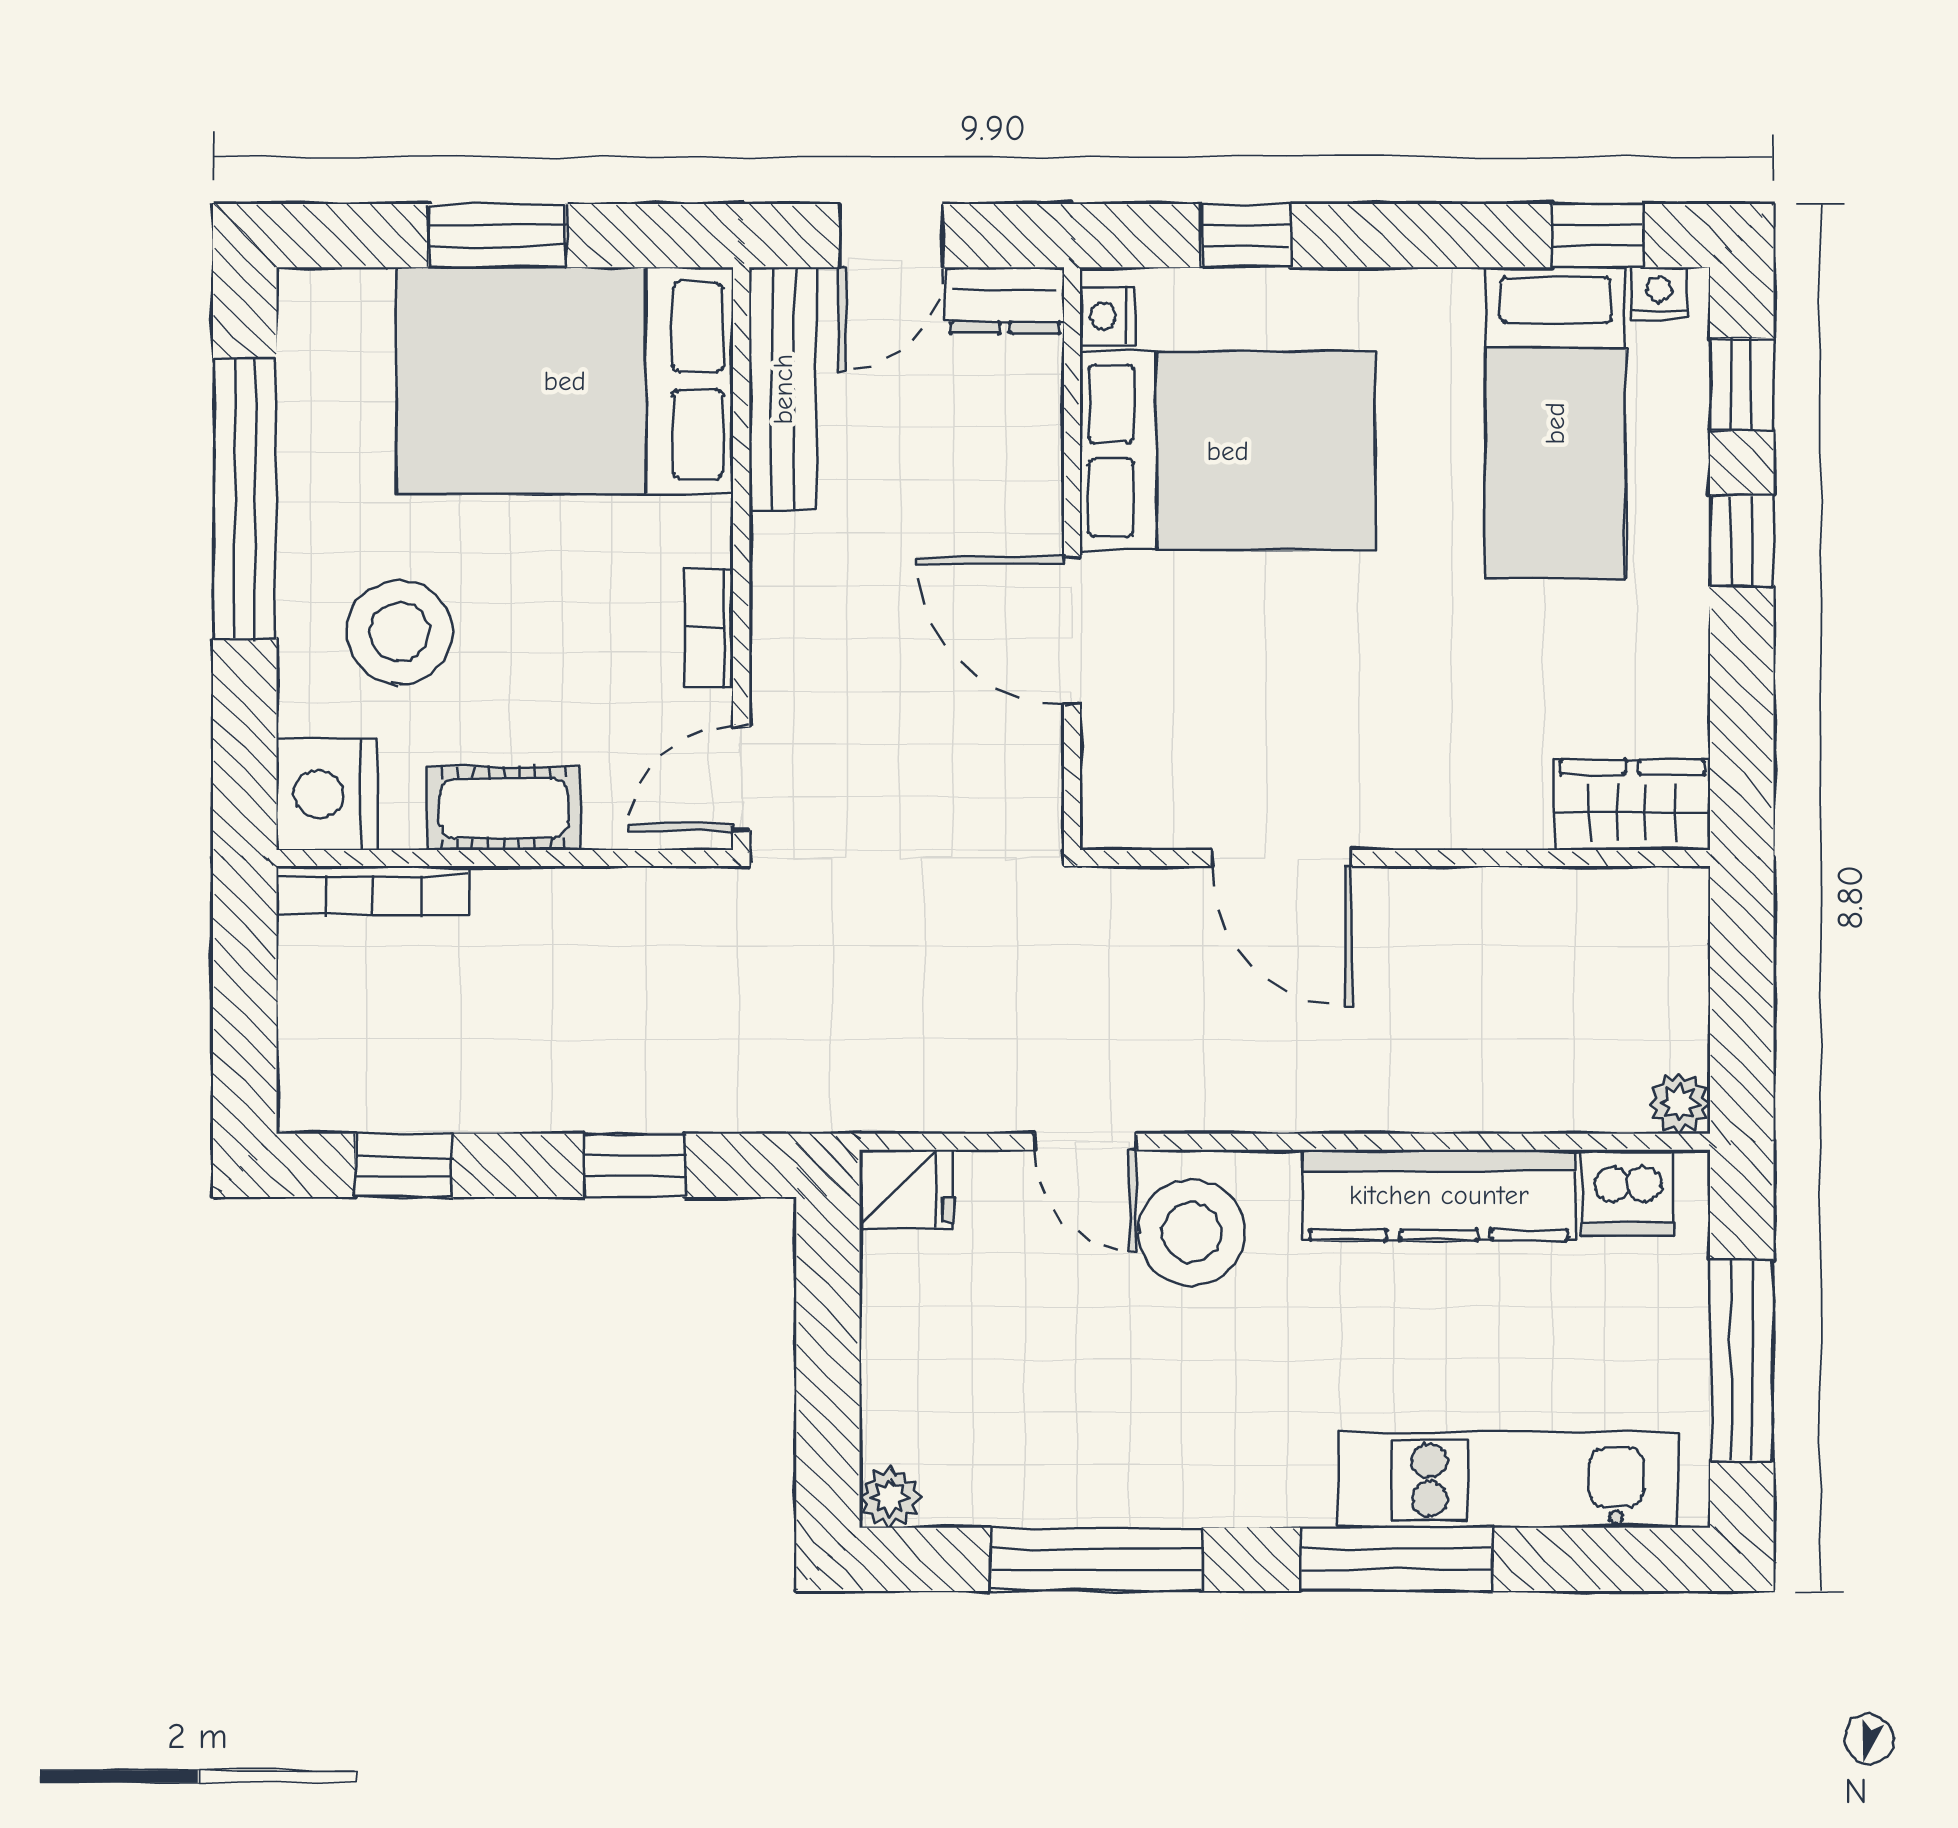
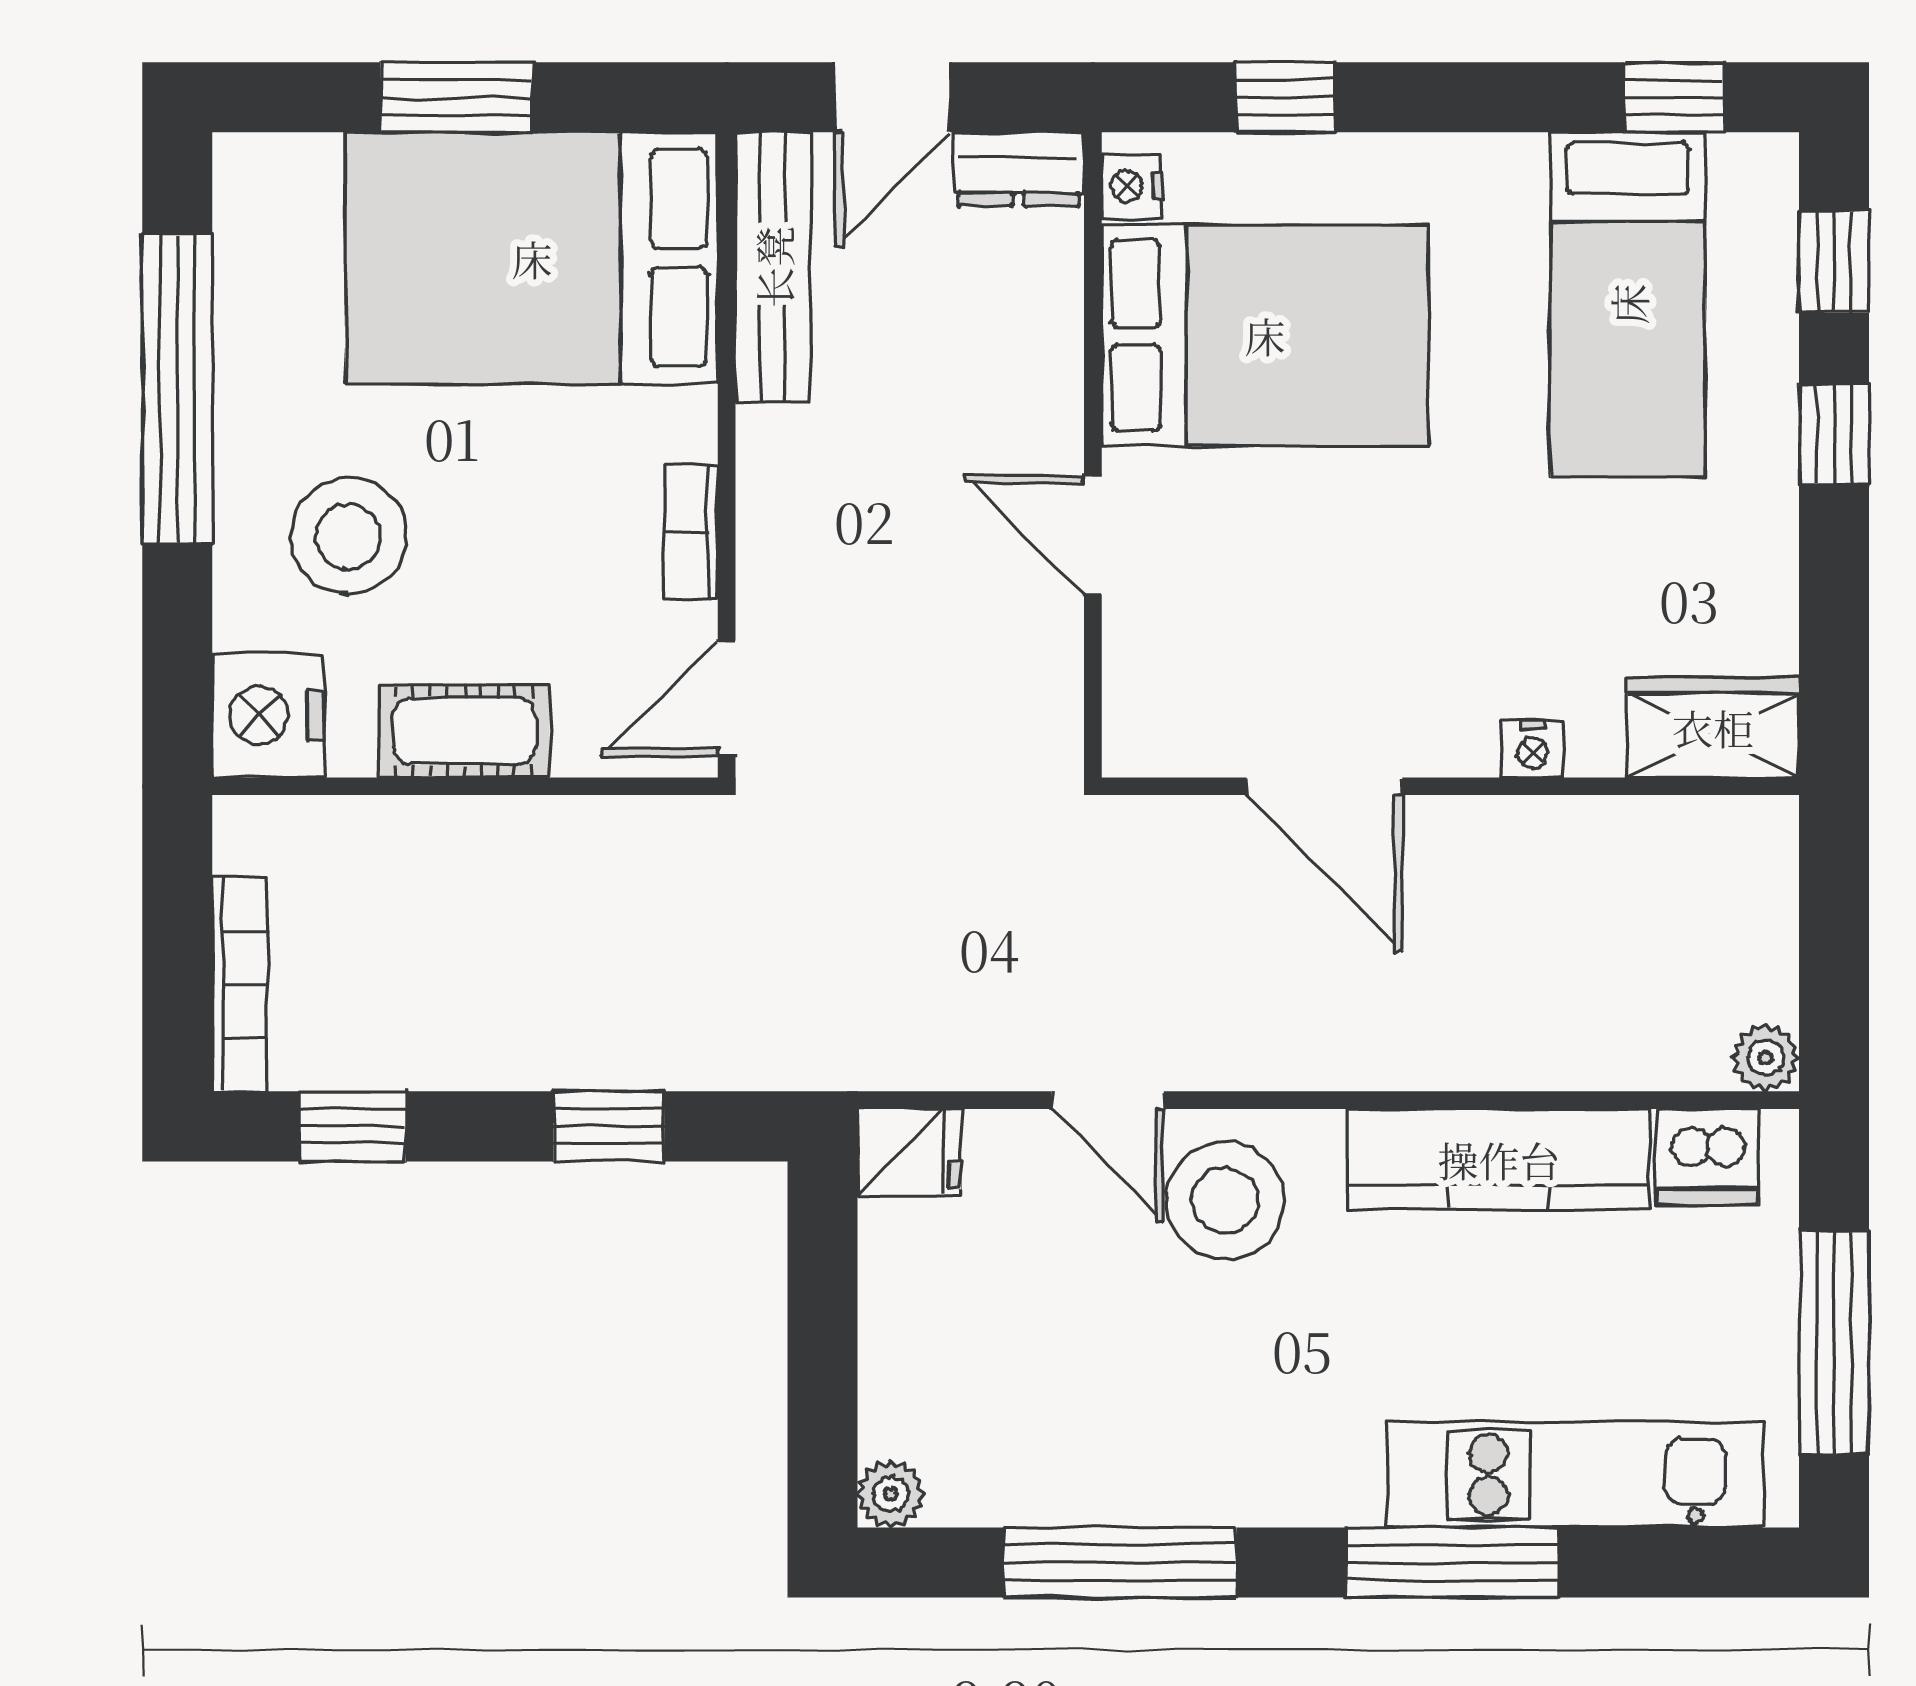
nightstand: (1659, 293) -> (1532, 749), moved, turned 180
door: (1072, 631) -> (1093, 535), width x0.73
bookcase: (373, 891) -> (239, 984), moved, turned -90

